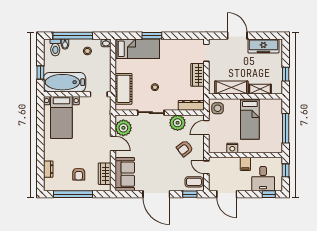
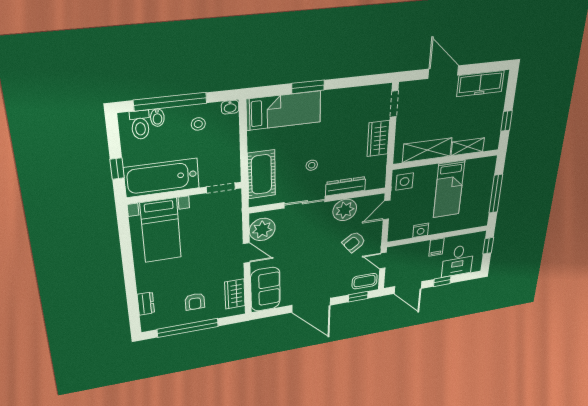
dresser: (191, 105) -> (346, 186), moved
window: (269, 194) -> (442, 281), moved

